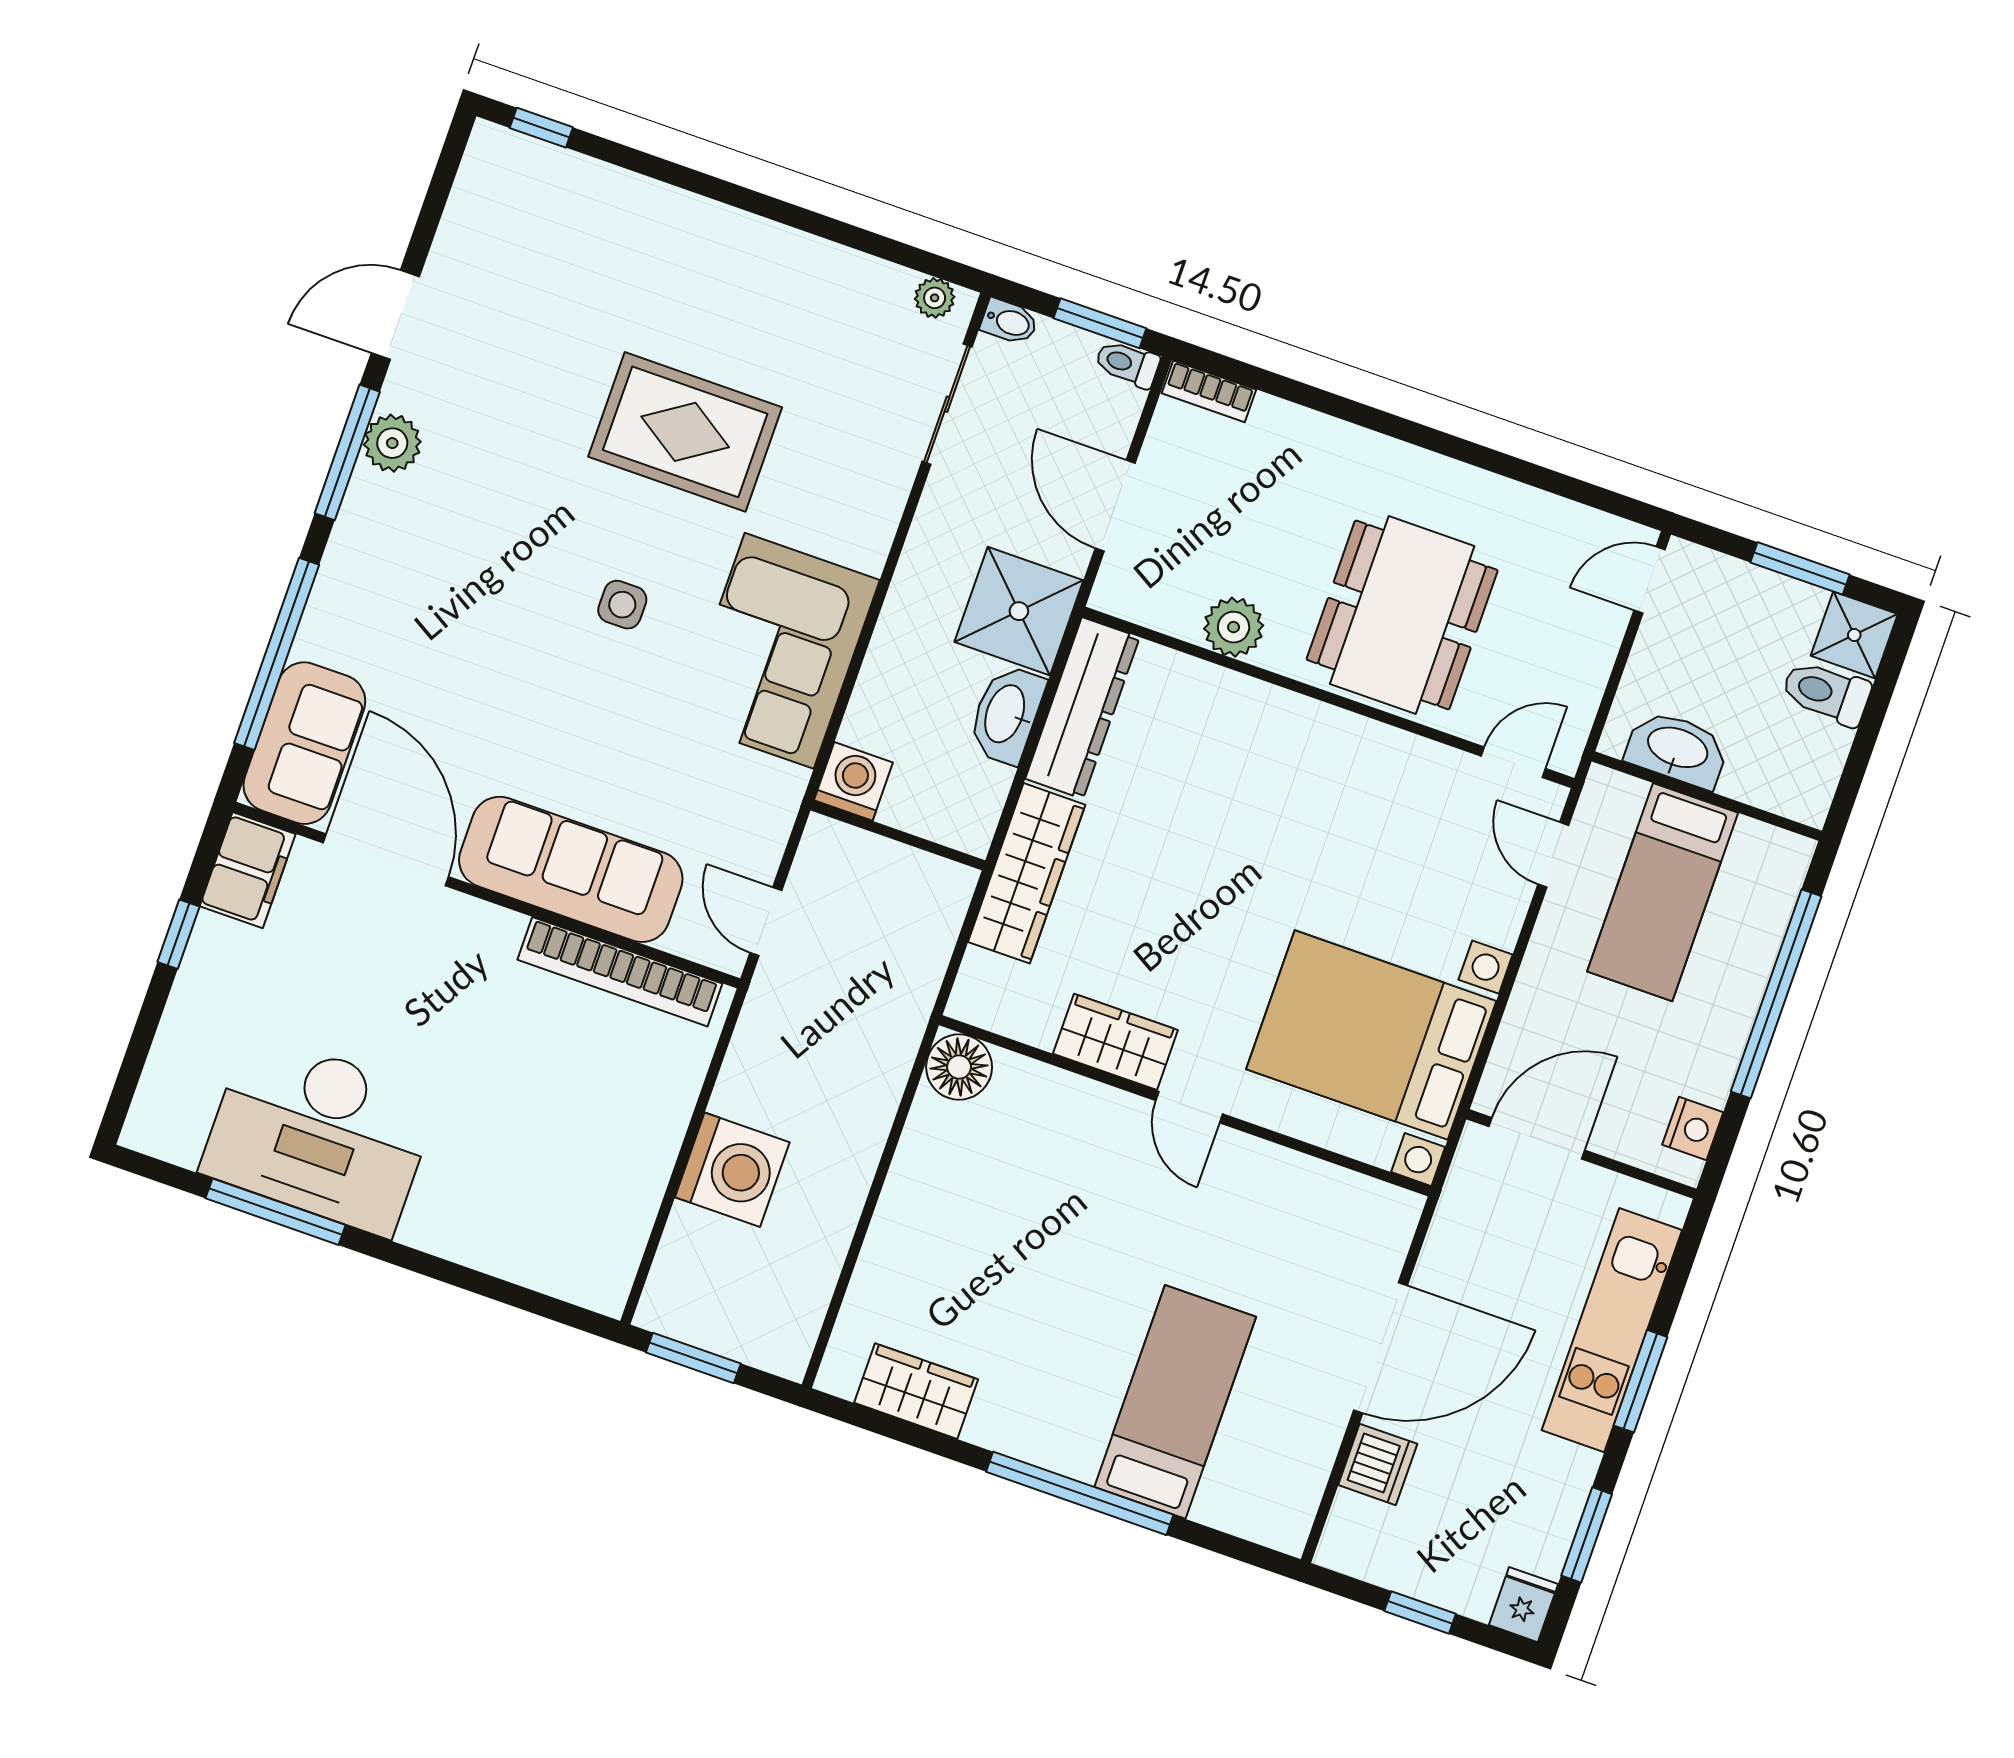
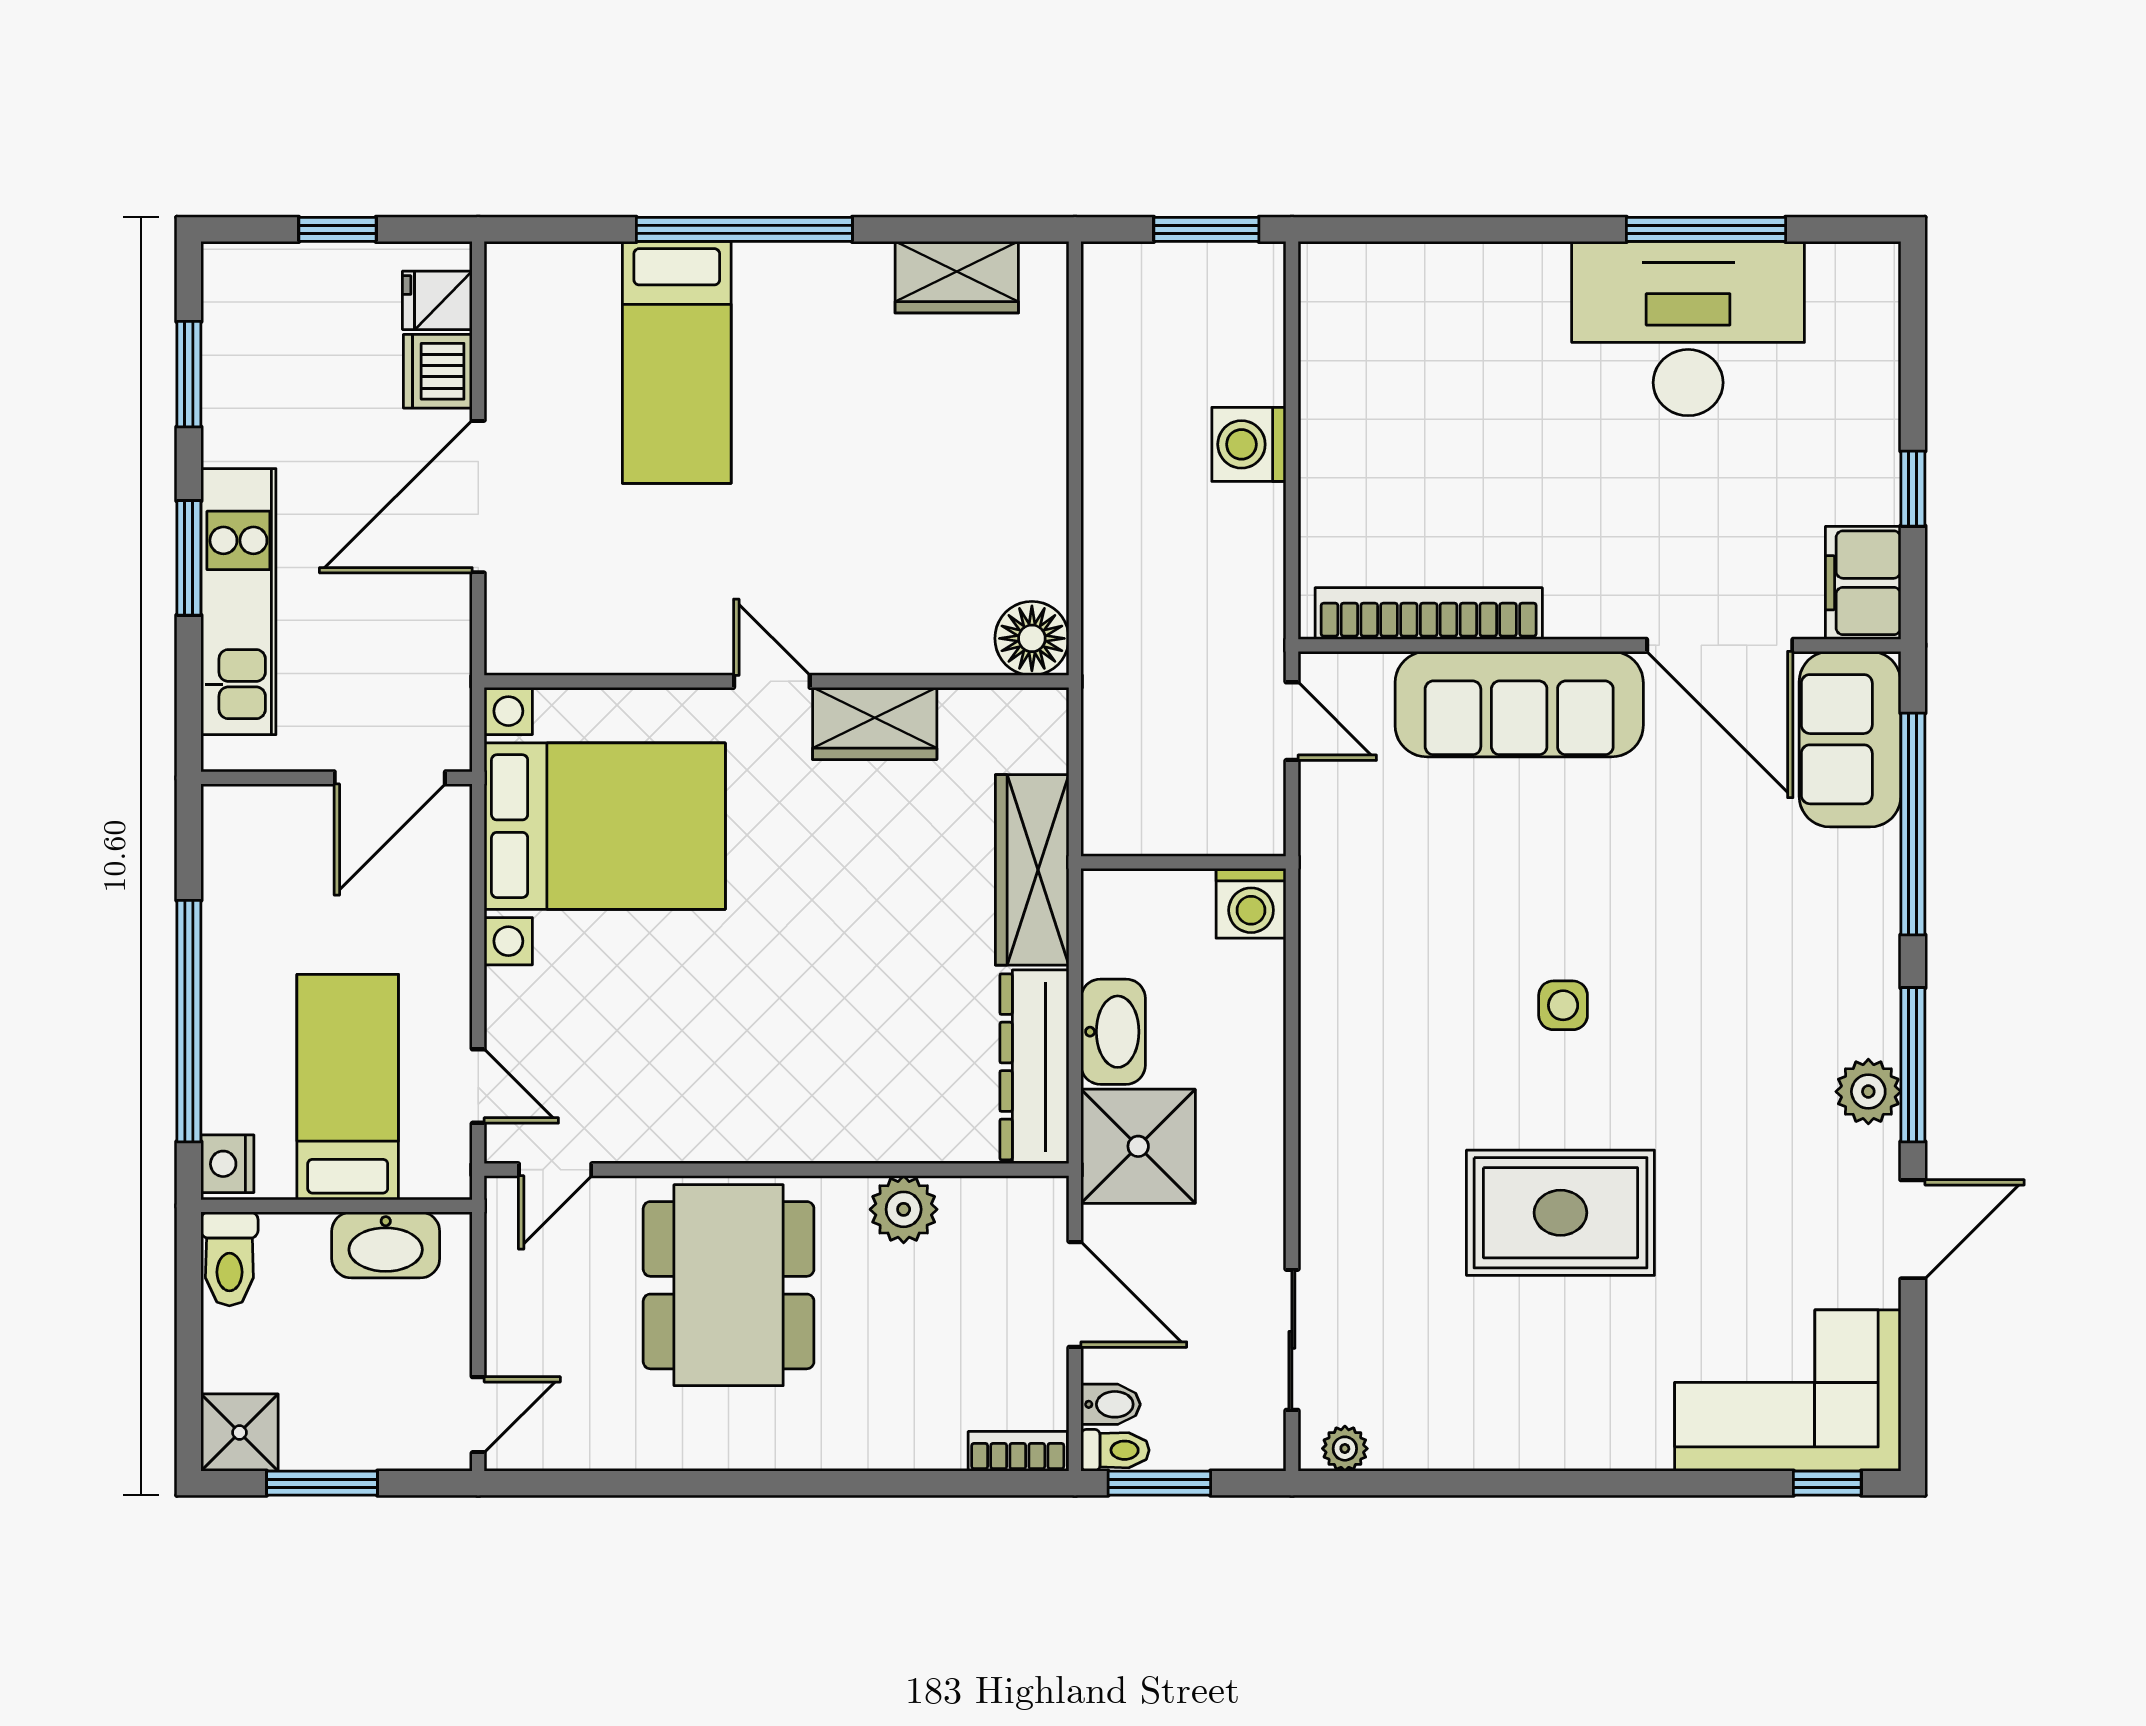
bidet: (1009, 322) -> (1111, 1404), moved, turned 180
corner sofa: (779, 651) -> (1788, 1390), moved, turned -90
toilet: (1826, 693) -> (229, 1259), moved, turned 90
nightstand: (1693, 1129) -> (227, 1164), moved
washing machine: (732, 1170) -> (1249, 444), width x0.73, depth x0.73
fridge: (1523, 1605) -> (437, 300), moved, turned 90

